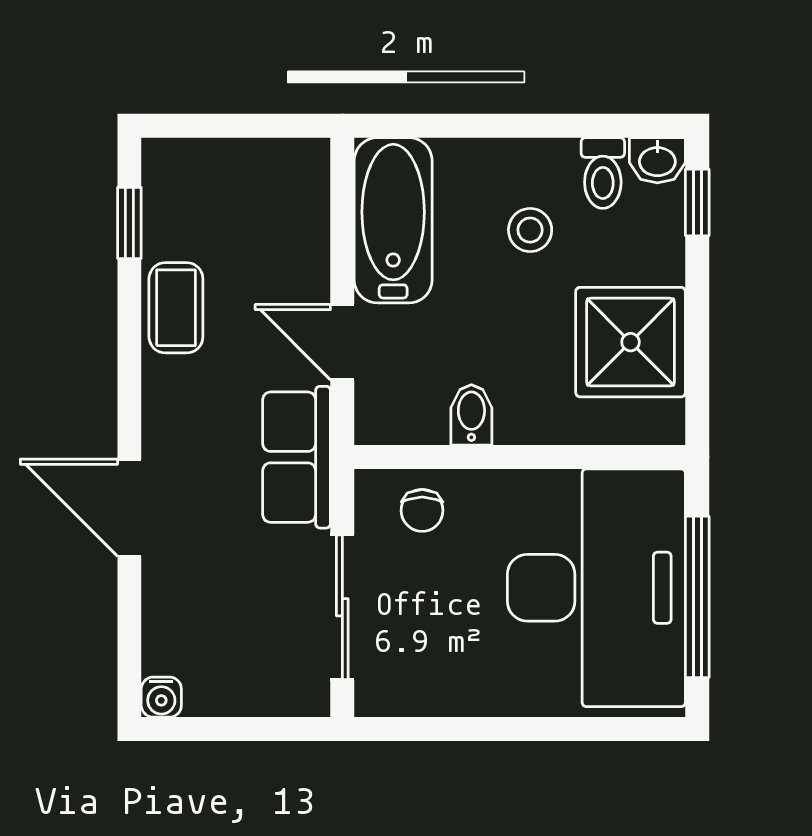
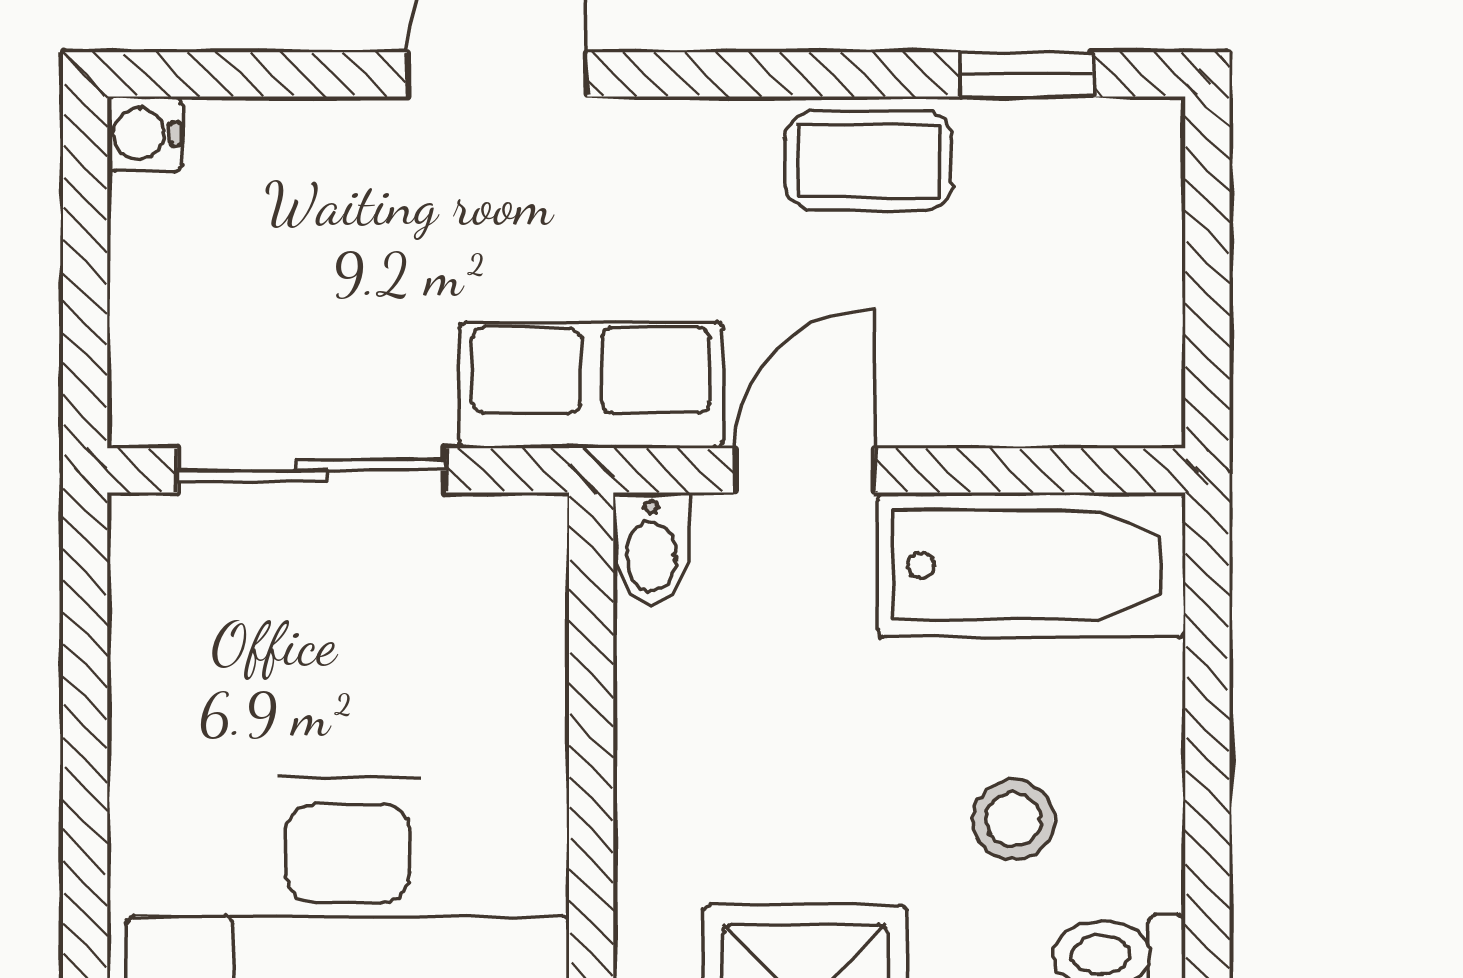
bidet: (471, 415) -> (651, 549), moved, turned 90
chair: (422, 510) -> (492, 619), removed

